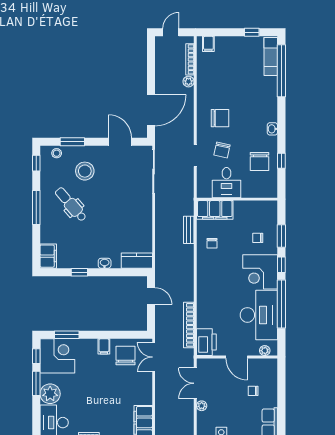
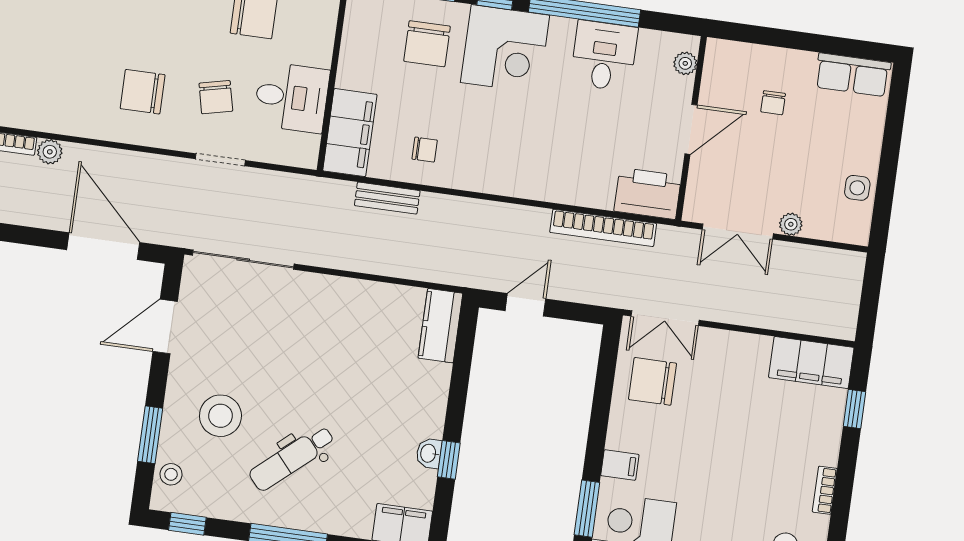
chair: (220, 118) -> (143, 92), turned -90
chair: (222, 150) -> (216, 97), turned 65
chair: (258, 238) -> (427, 44), width x1.87, depth x1.87
washbasin: (105, 263) -> (429, 453), moved
desk: (259, 315) -> (604, 56), width x0.53, depth x0.77
filing cabinet: (104, 346) -> (620, 465), moved

